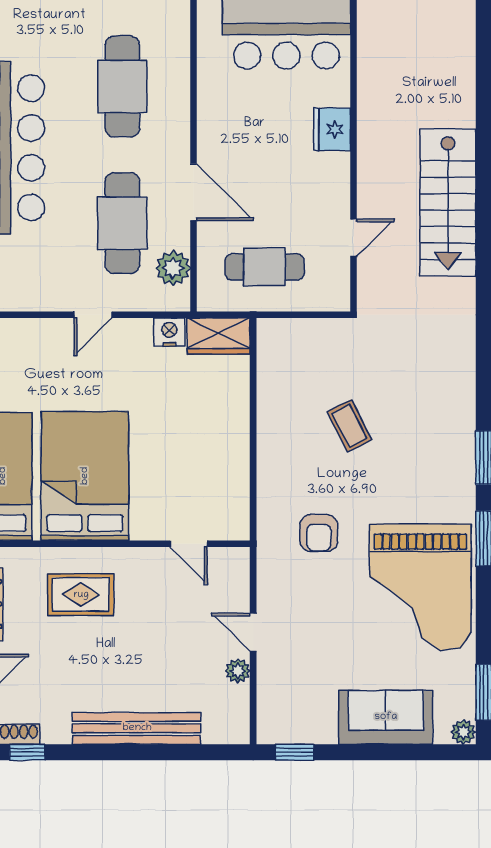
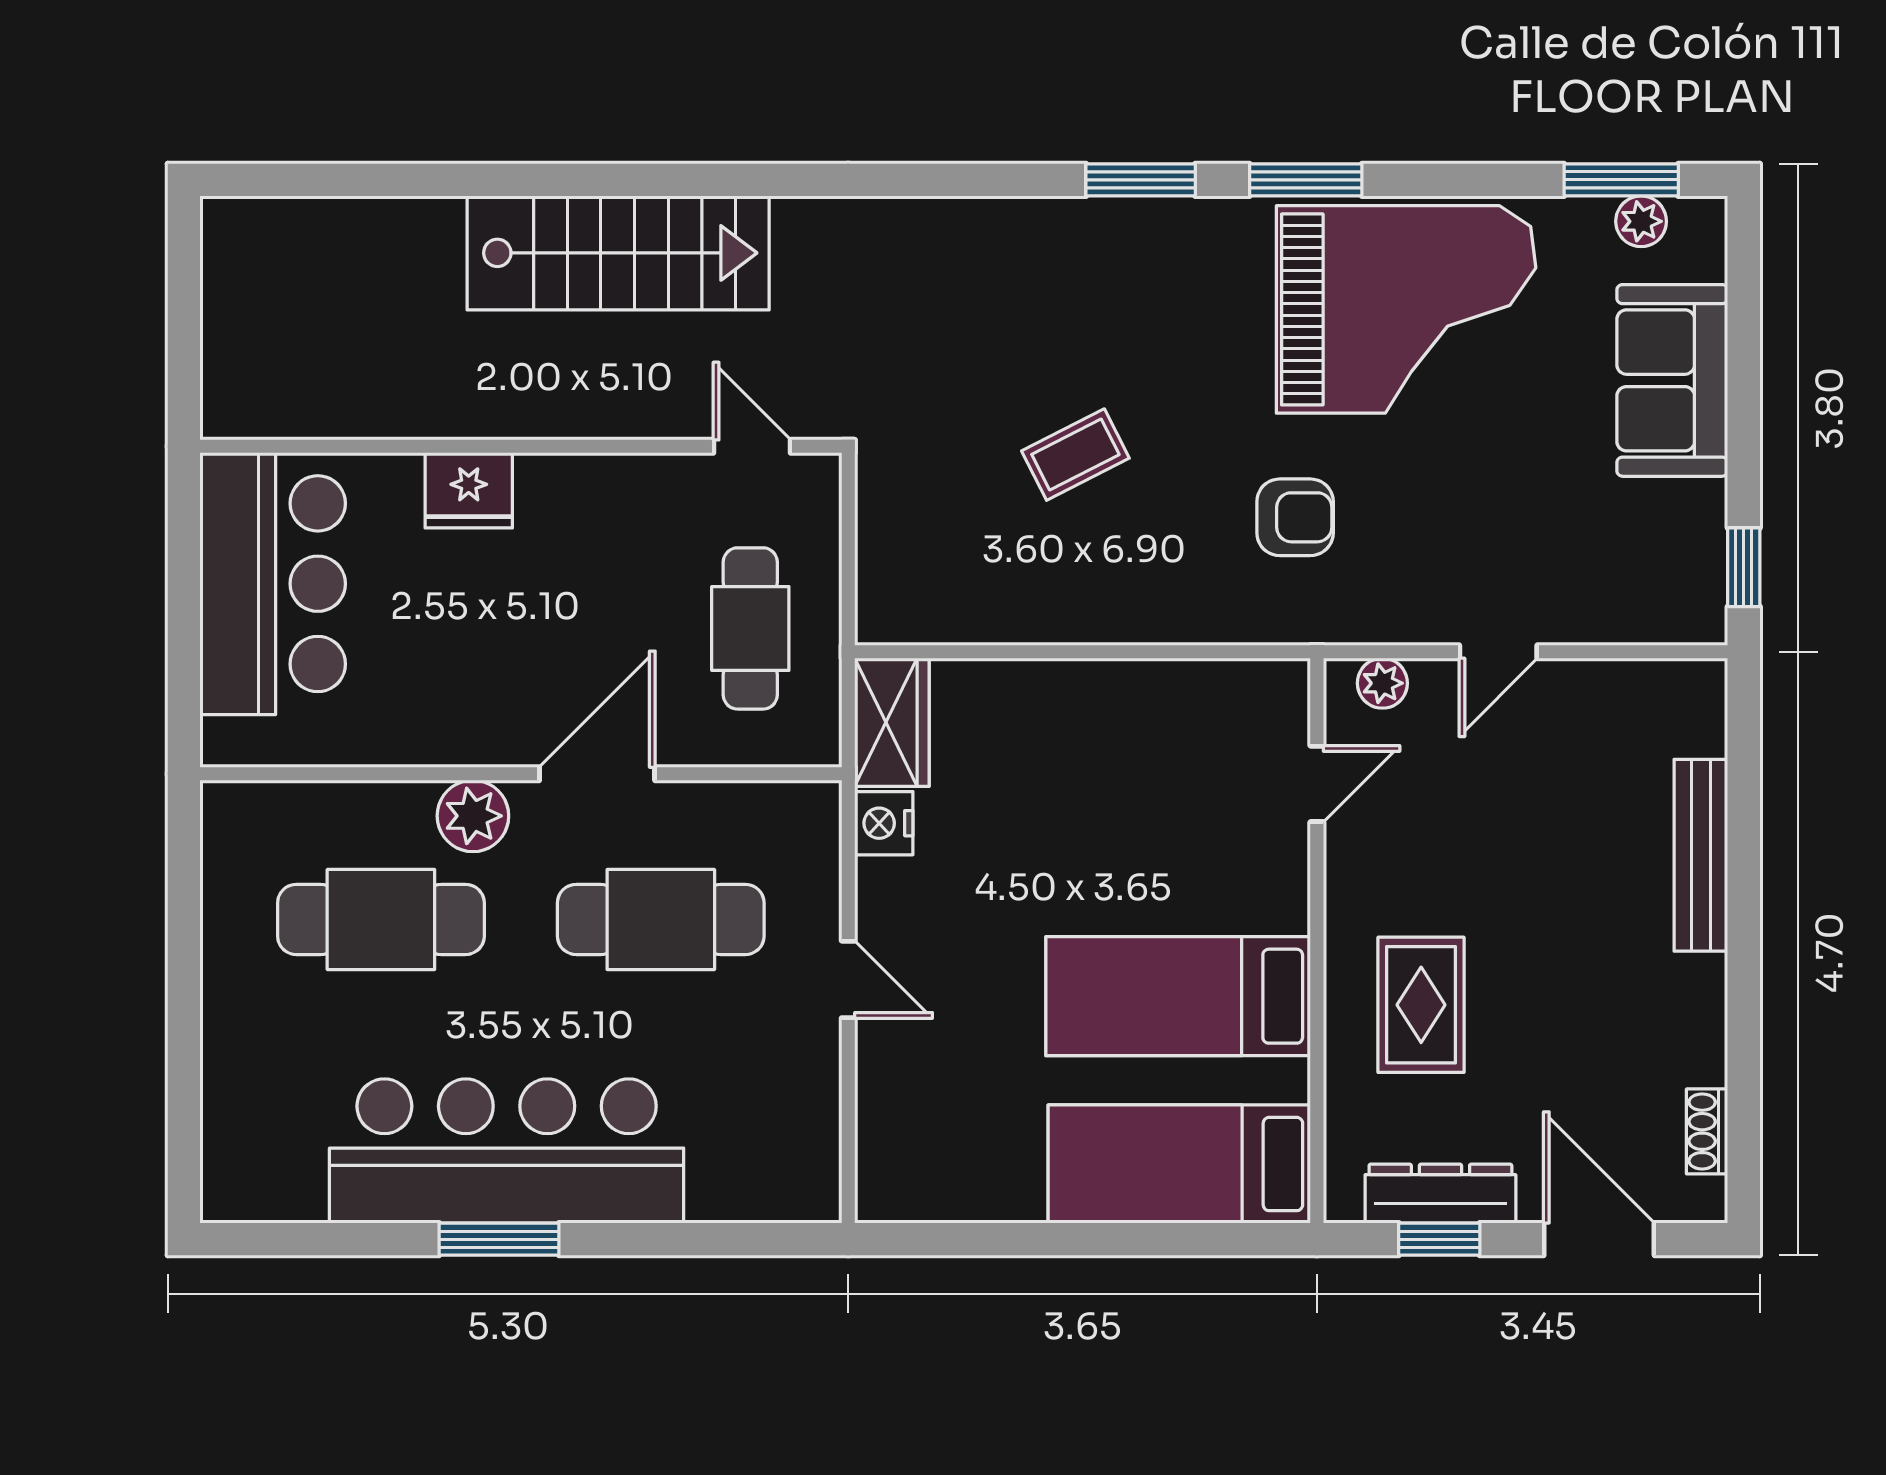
door: (353, 238) -> (752, 446), moved
plant: (173, 268) -> (473, 816), moved
bed: (85, 476) -> (1178, 996), width x0.67
plant: (238, 671) -> (1382, 683), moved
bench: (137, 728) -> (1701, 855), width x0.73, depth x0.82
plant: (463, 732) -> (1641, 221), moved
window: (27, 752) -> (1744, 1114), removed

